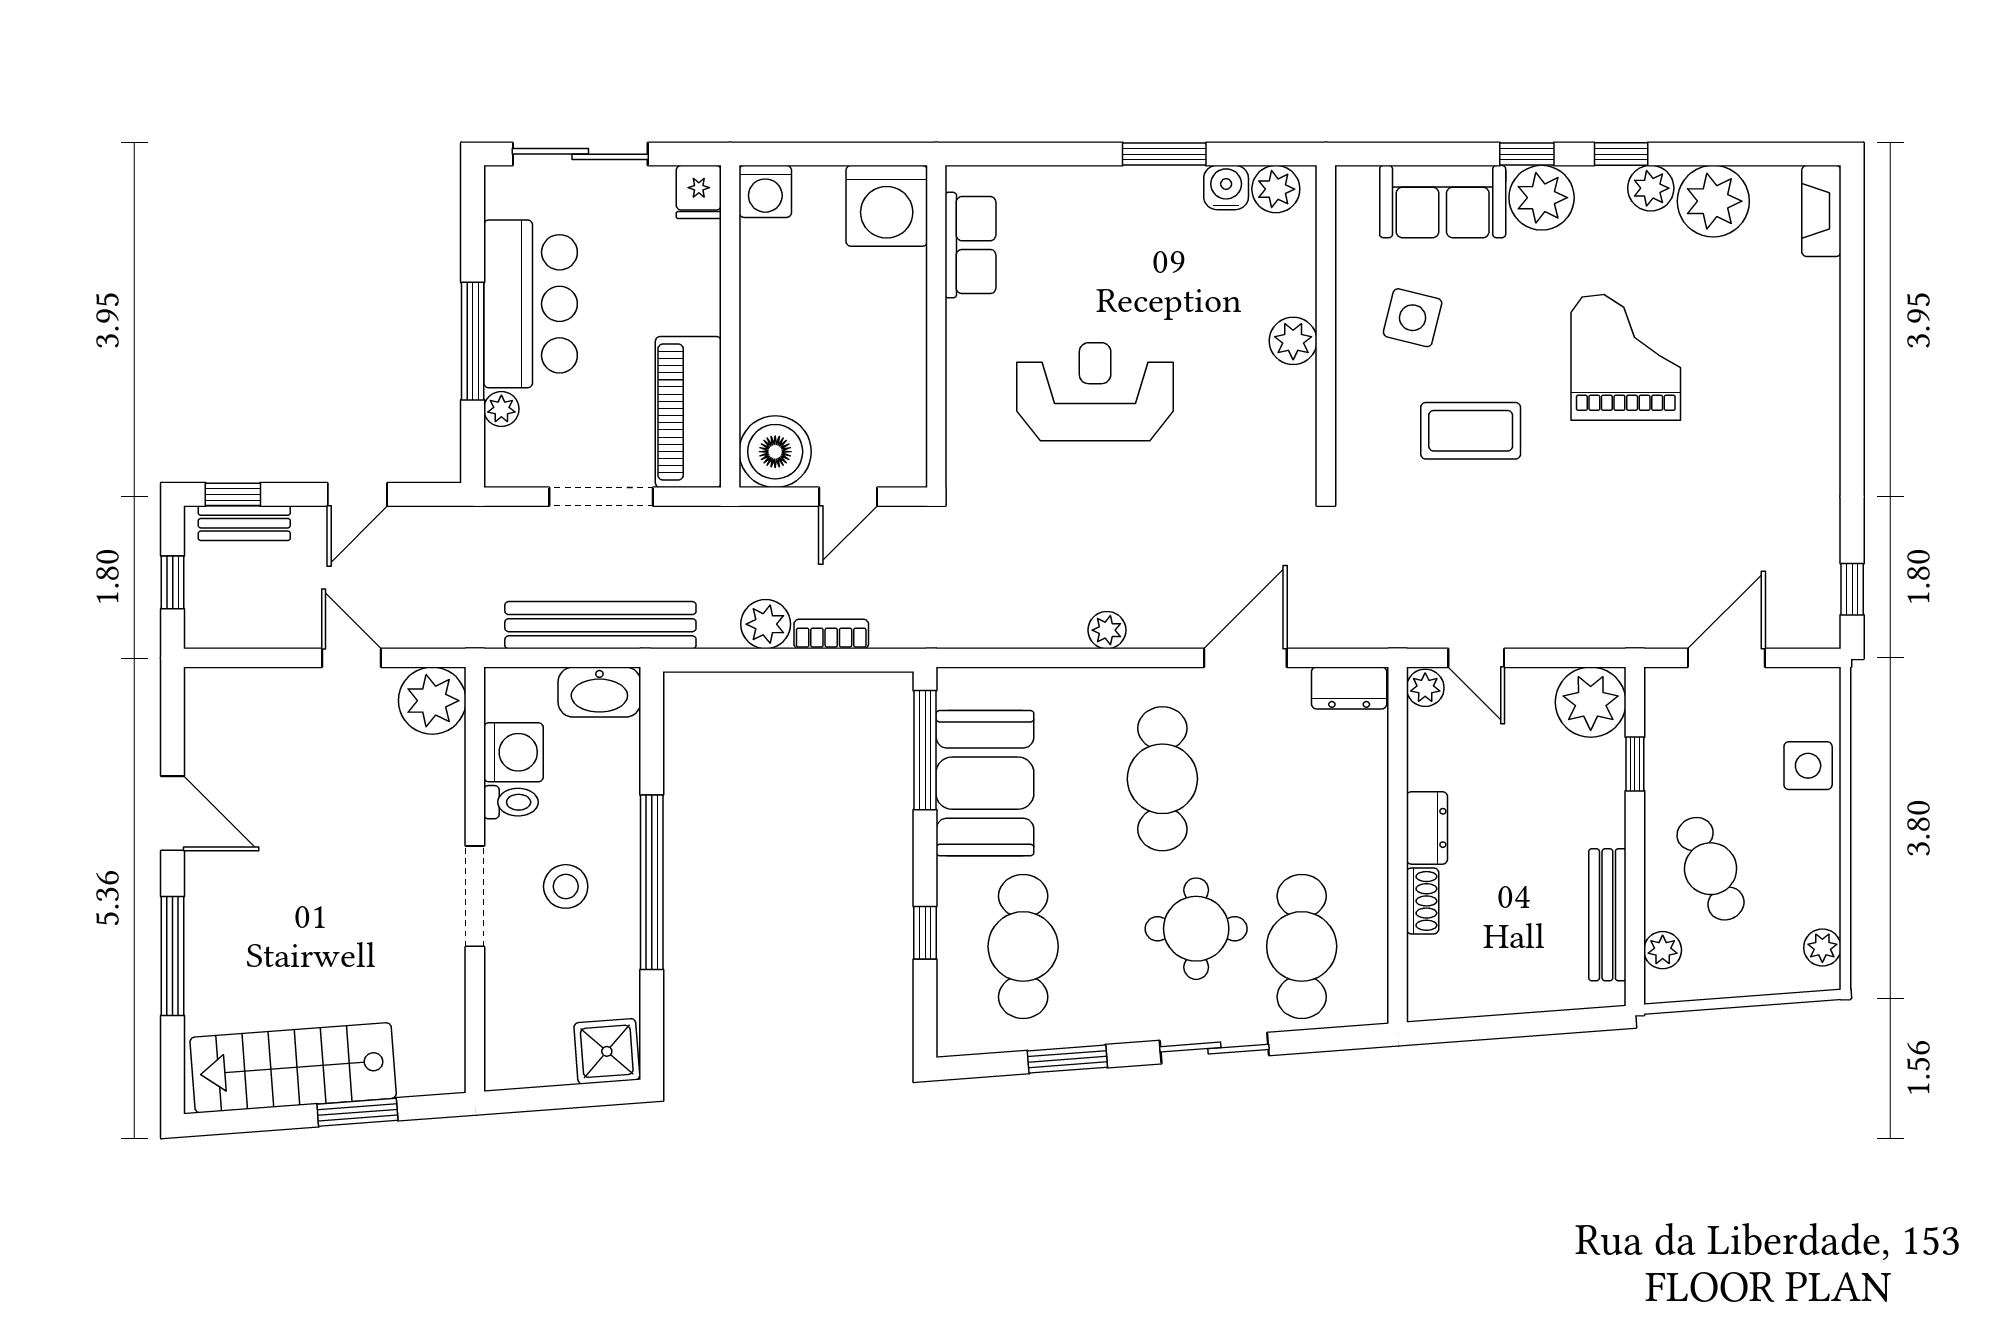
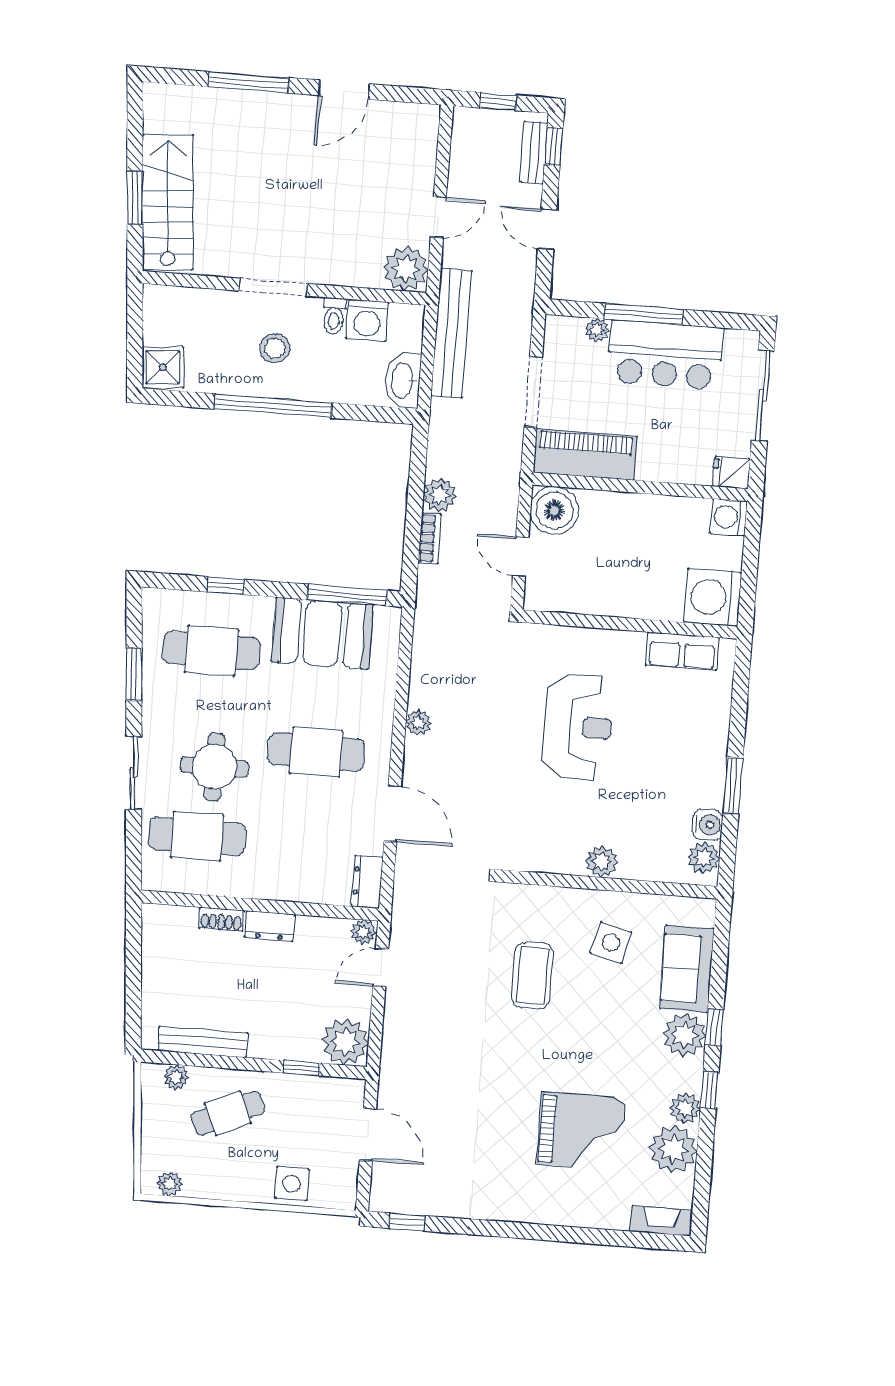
grand piano: (1626, 357) -> (581, 1131), moved
bench: (600, 625) -> (451, 333), moved
stairs: (293, 1068) -> (168, 202), moved

